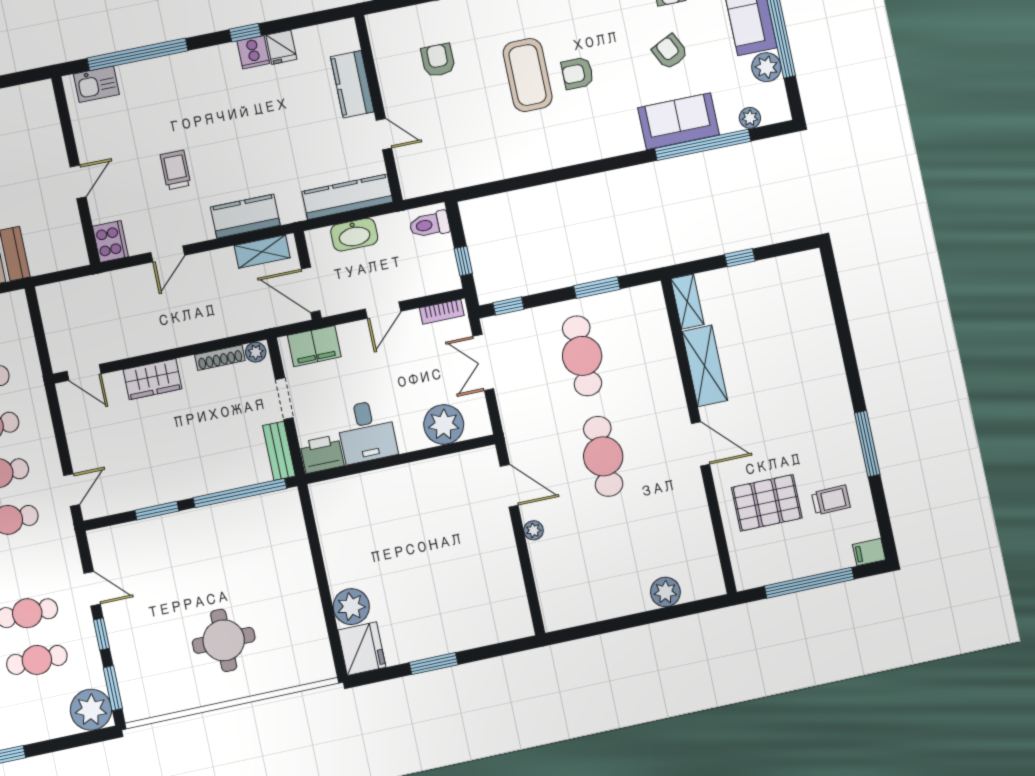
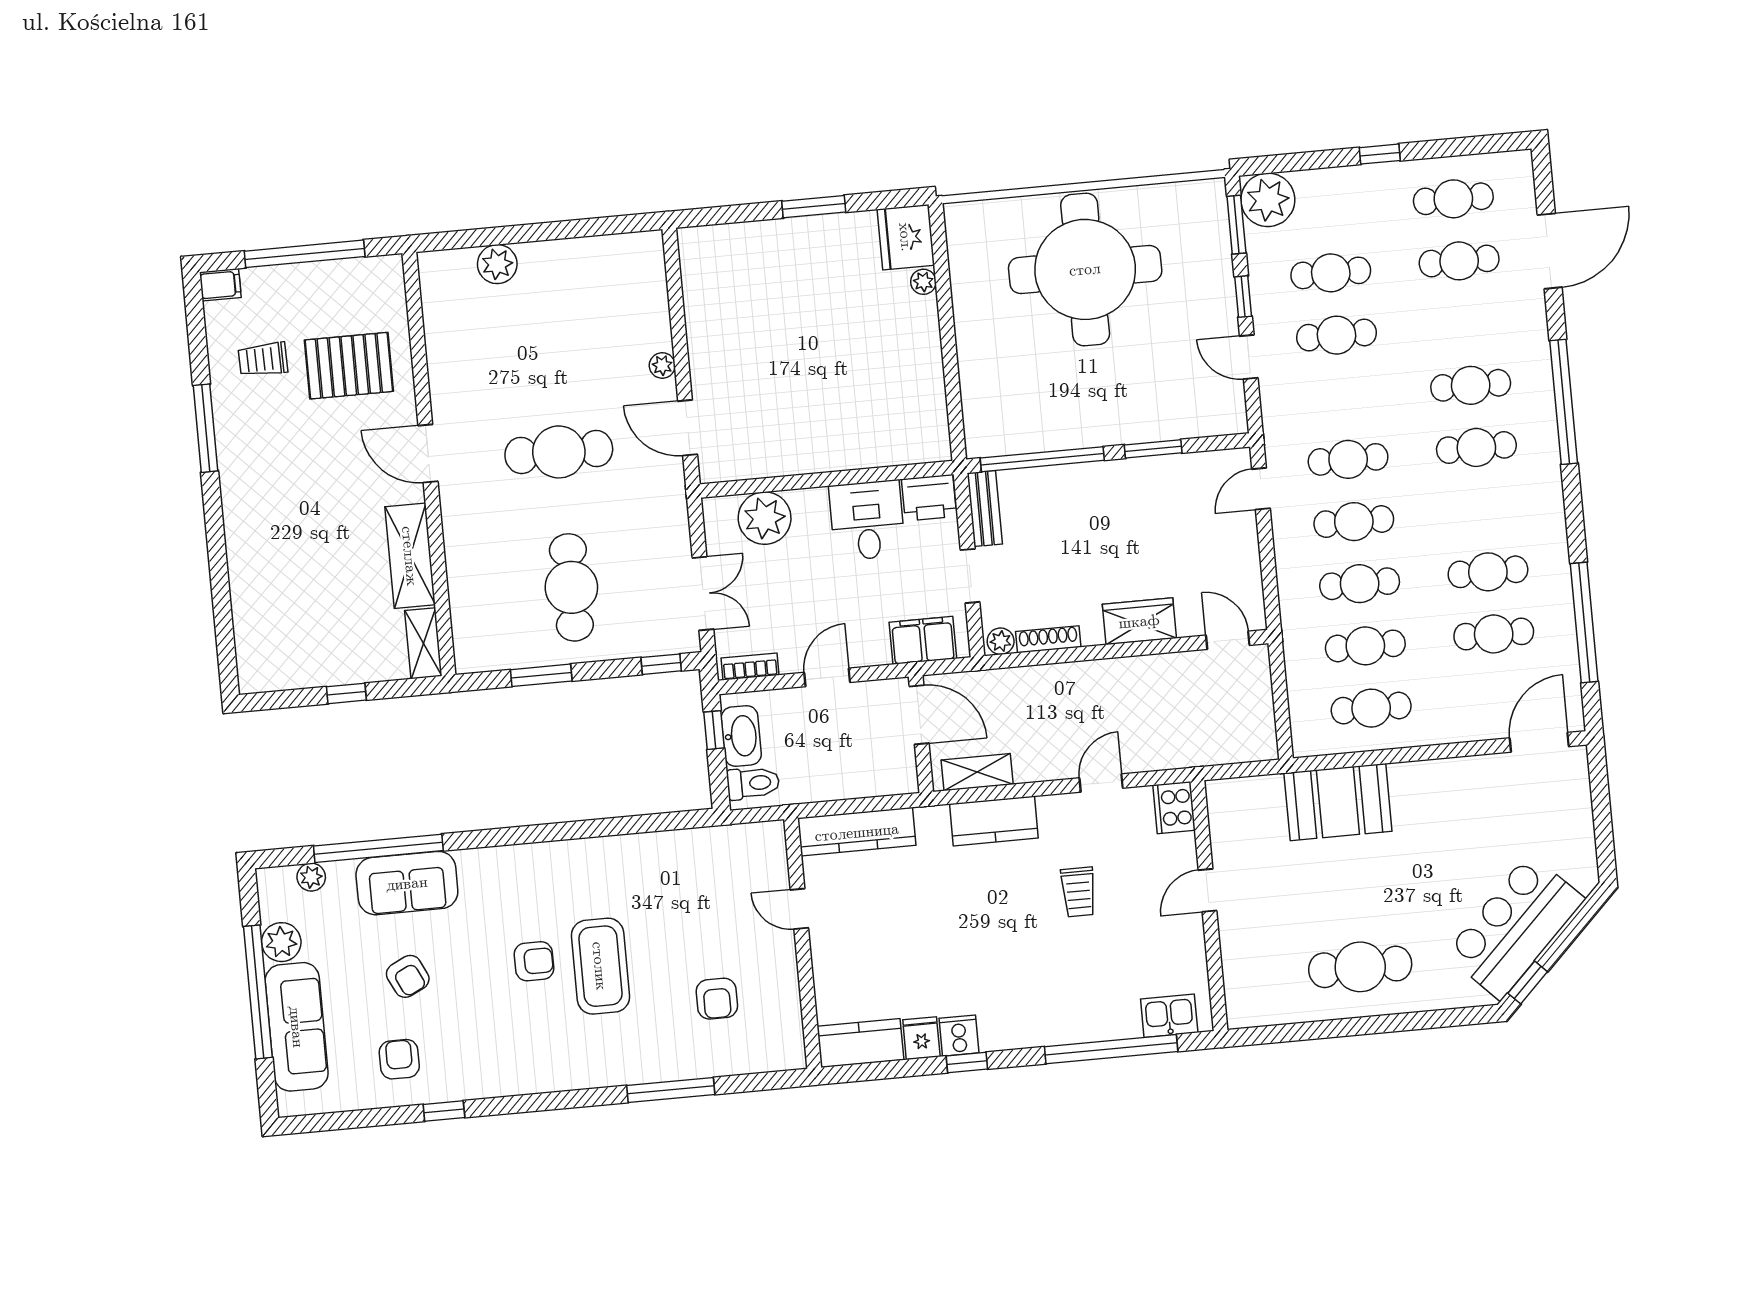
kitchen counter: (352, 84) -> (860, 1043), moved, turned -90
washbasin: (354, 235) -> (741, 736), moved, turned 90
cafe table: (603, 456) -> (559, 452), turned 90
plant: (351, 607) -> (923, 282), width x0.53, depth x0.53
round table: (224, 640) -> (1085, 269), width x1.86, depth x1.86

